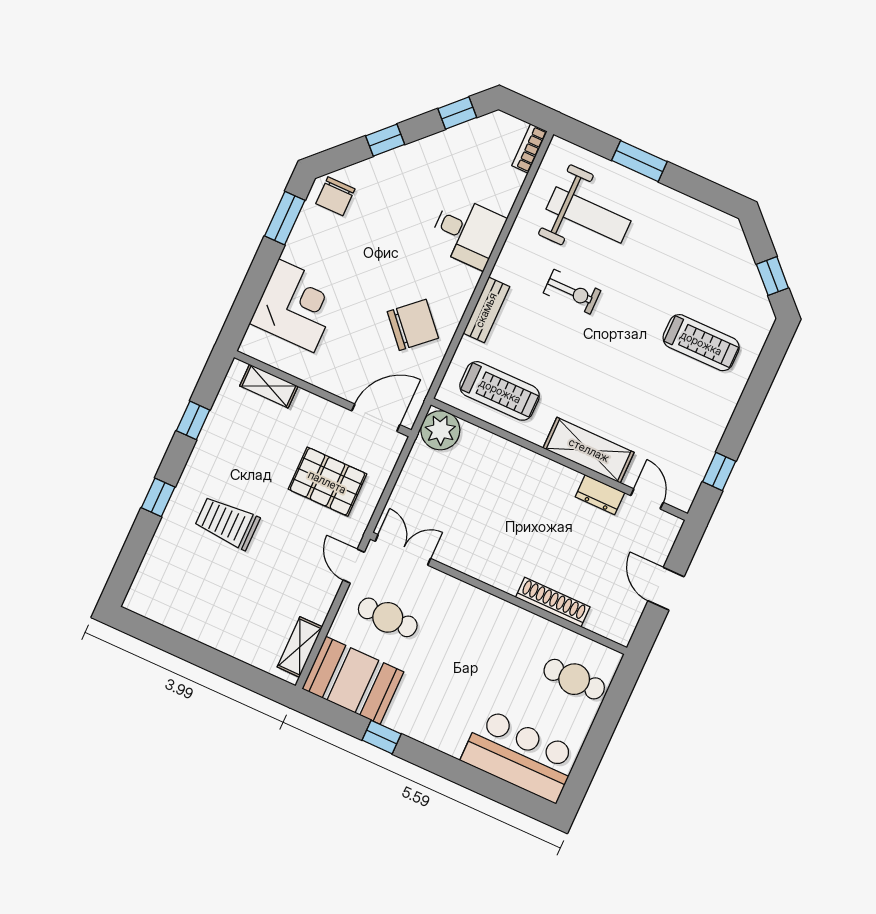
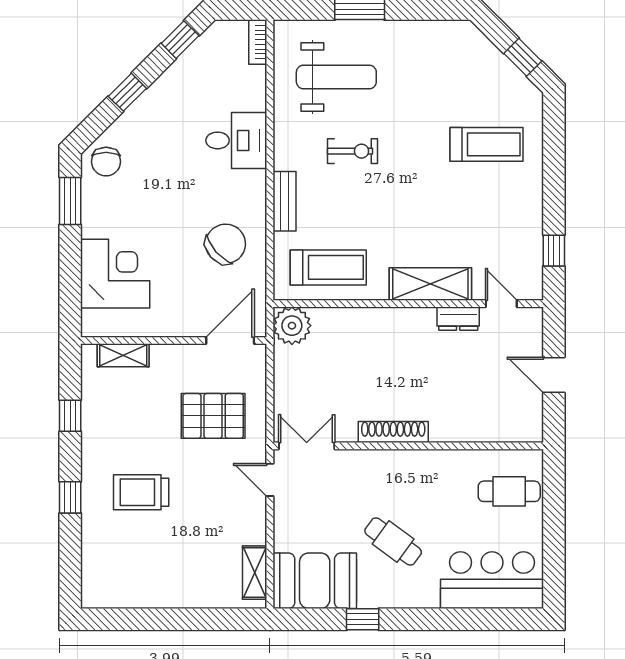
shoe rack: (553, 602) -> (393, 432), moved
cafe table: (388, 617) -> (393, 542), moved, turned 36

